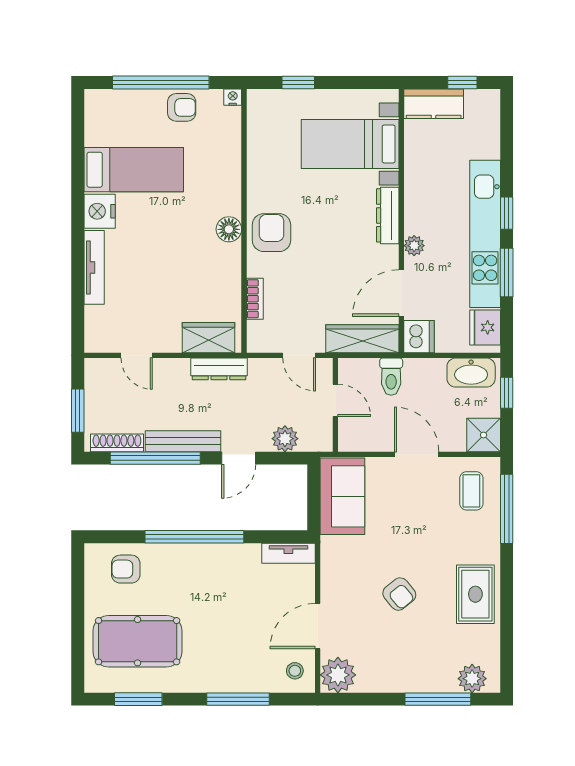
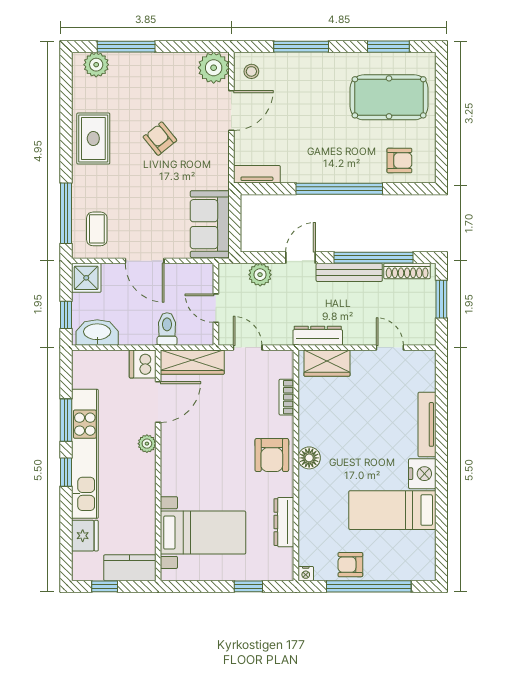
dresser: (388, 215) -> (284, 522), moved, turned 180
fridge: (485, 327) -> (85, 536), moved

